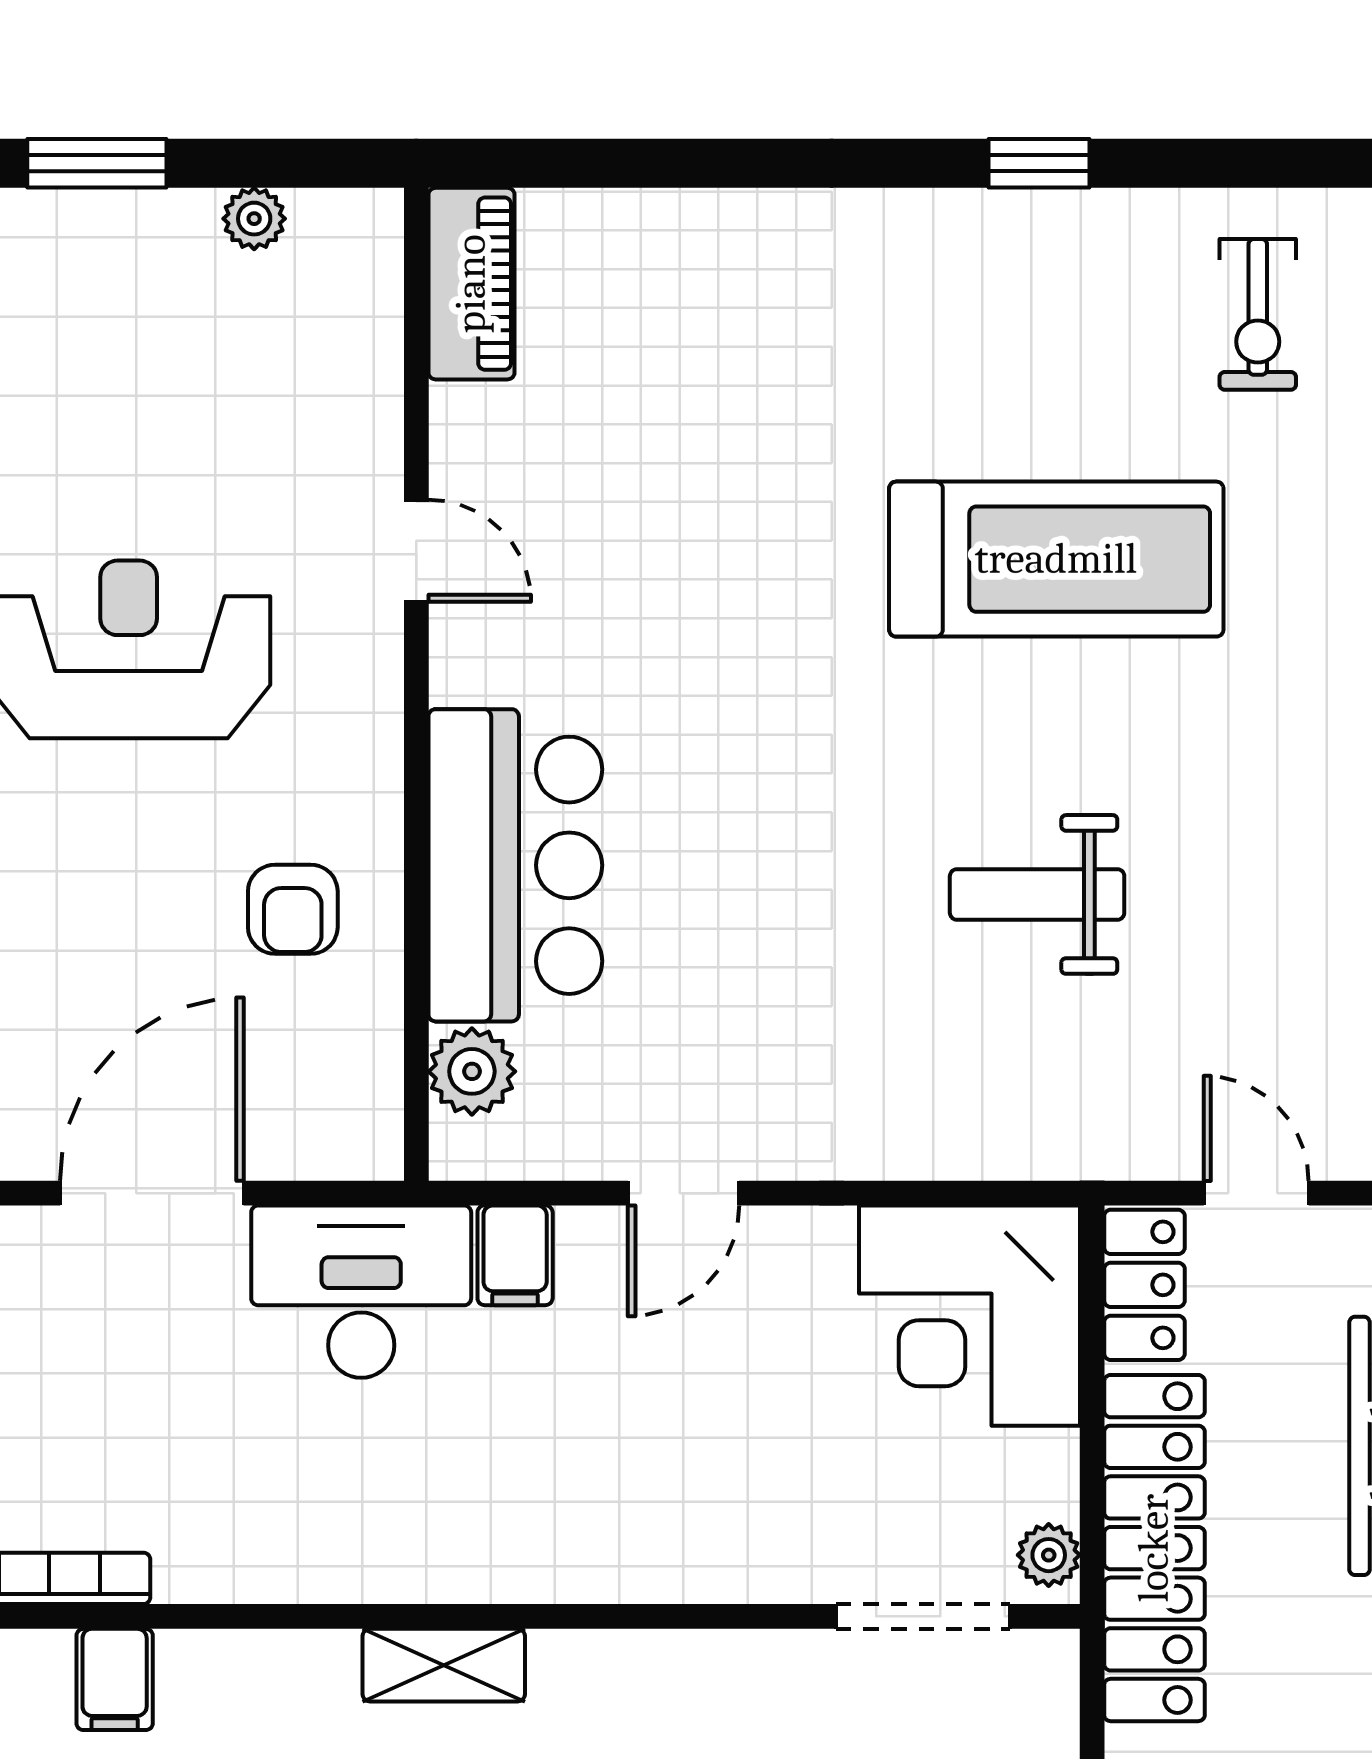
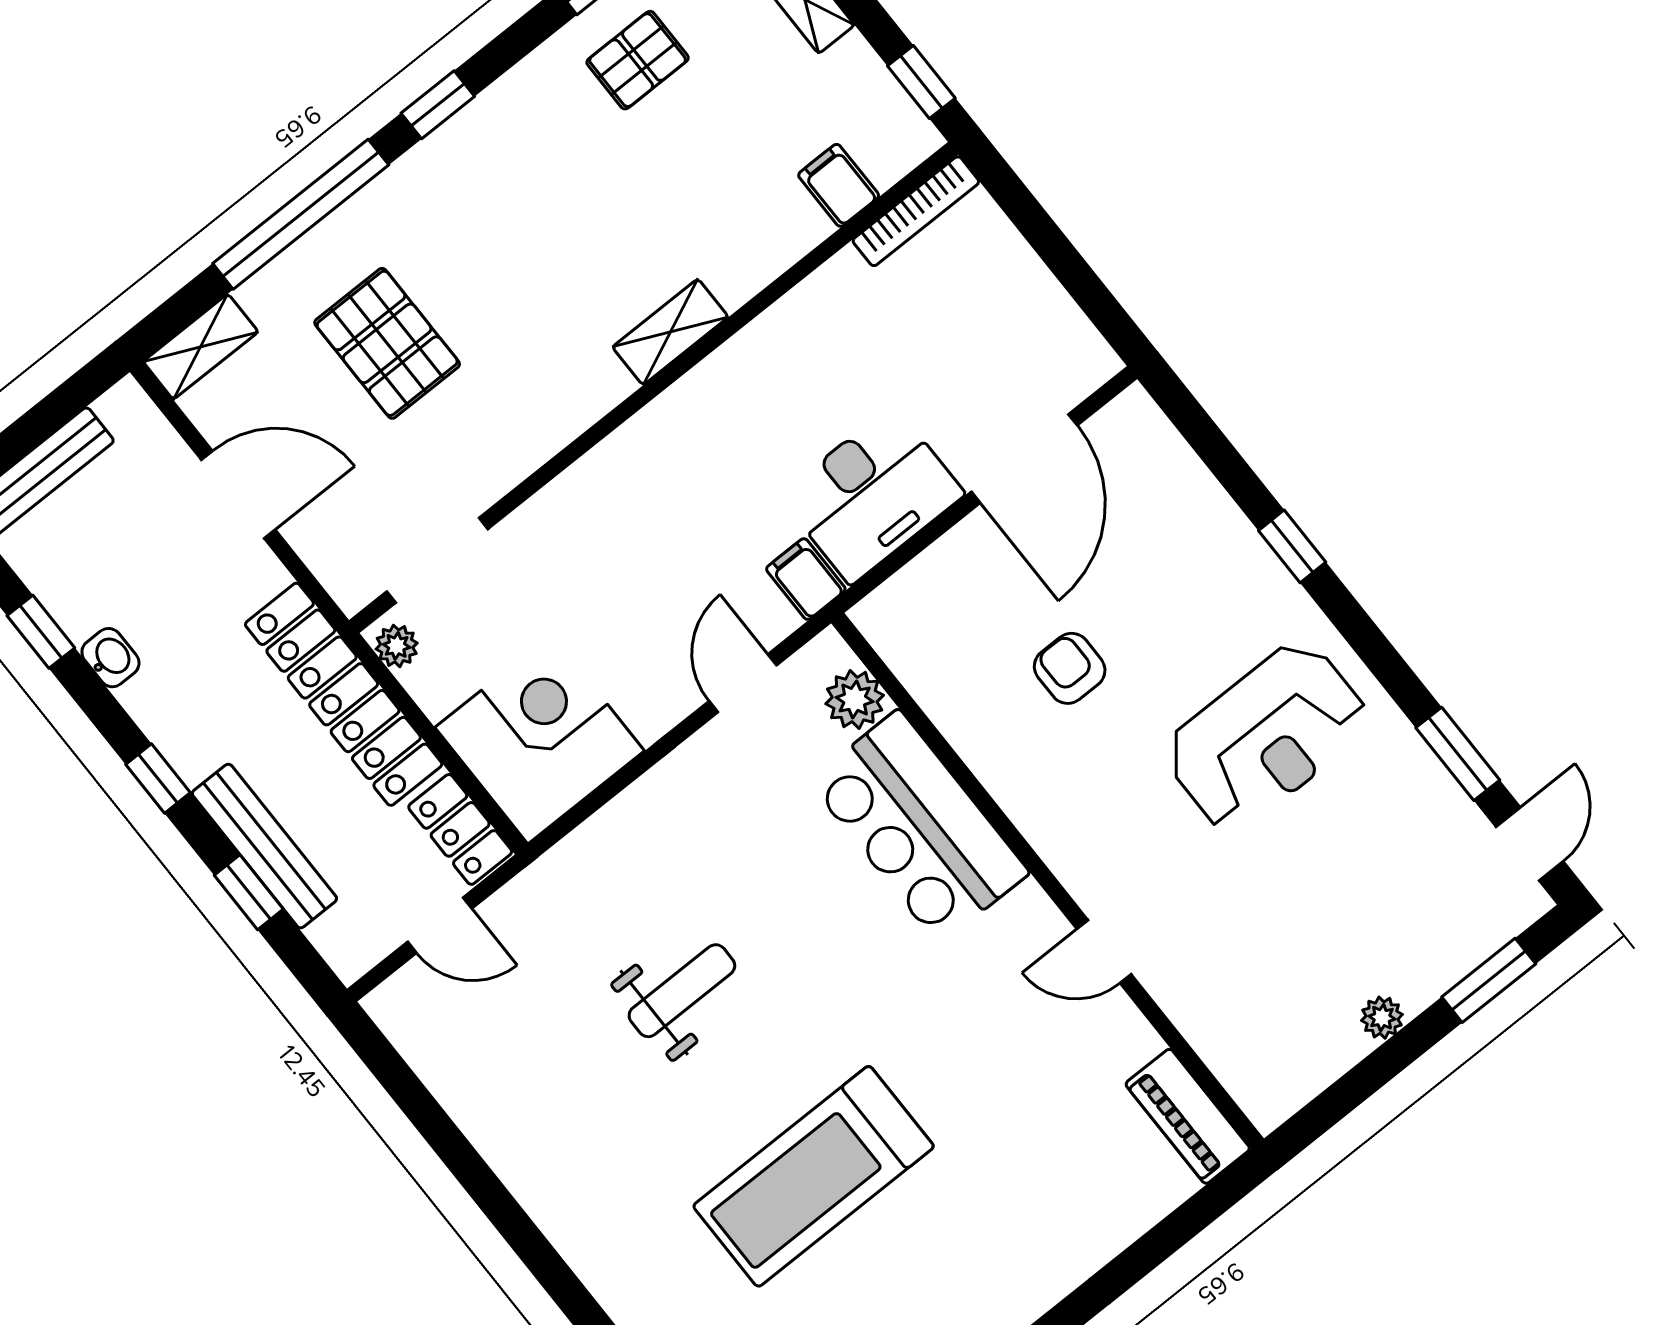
piano: (471, 284) -> (1188, 1116), moved
door: (416, 551) -> (1104, 952), moved
wall: (416, 684) -> (1048, 881), moved
bar counter: (515, 865) -> (919, 827), moved
plant: (472, 1071) -> (855, 699), moved

